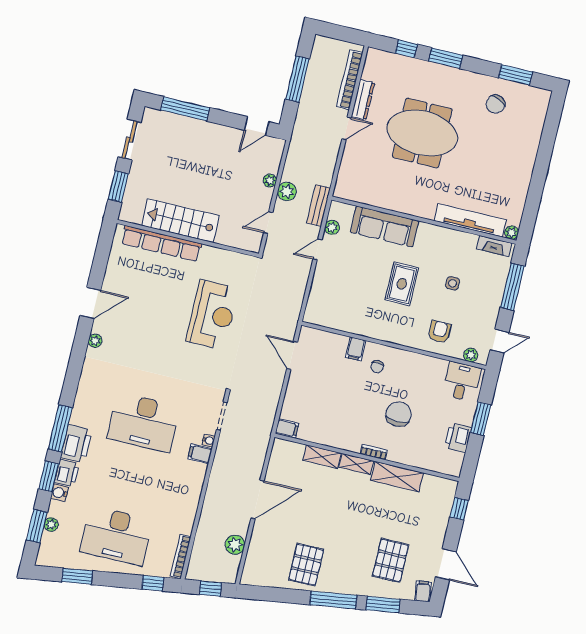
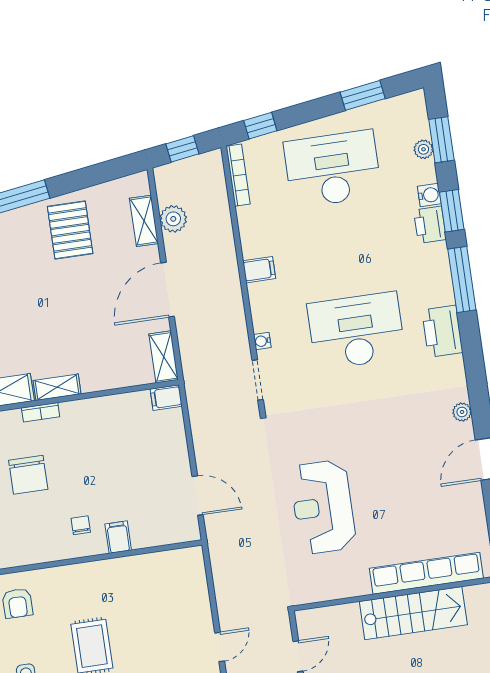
printer: (76, 444) -> (442, 331), moved
filing cabinet: (200, 454) -> (259, 270), moved
shelving: (322, 457) -> (164, 357), moved, turned 90
shelving: (255, 551) -> (144, 221), added

